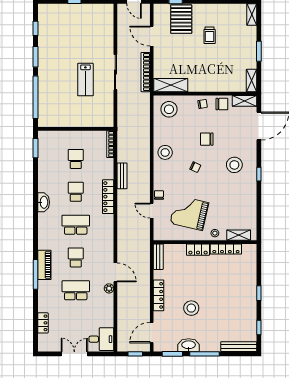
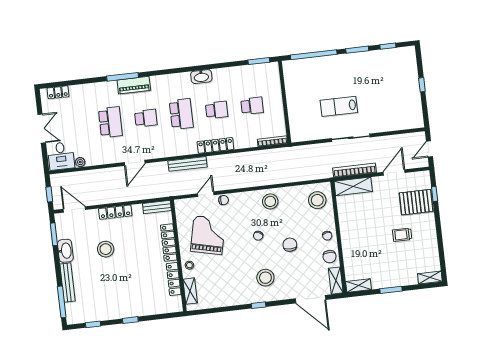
shelving: (171, 85) -> (353, 186), moved, turned 90
bench: (122, 176) -> (187, 164), moved, width x1.36
locker: (198, 250) -> (169, 243), width x1.53
plant: (109, 288) -> (80, 162), moved
locker: (43, 323) -> (58, 92), moved
bench: (239, 347) -> (67, 283), moved
window: (205, 354) -> (62, 302), moved

